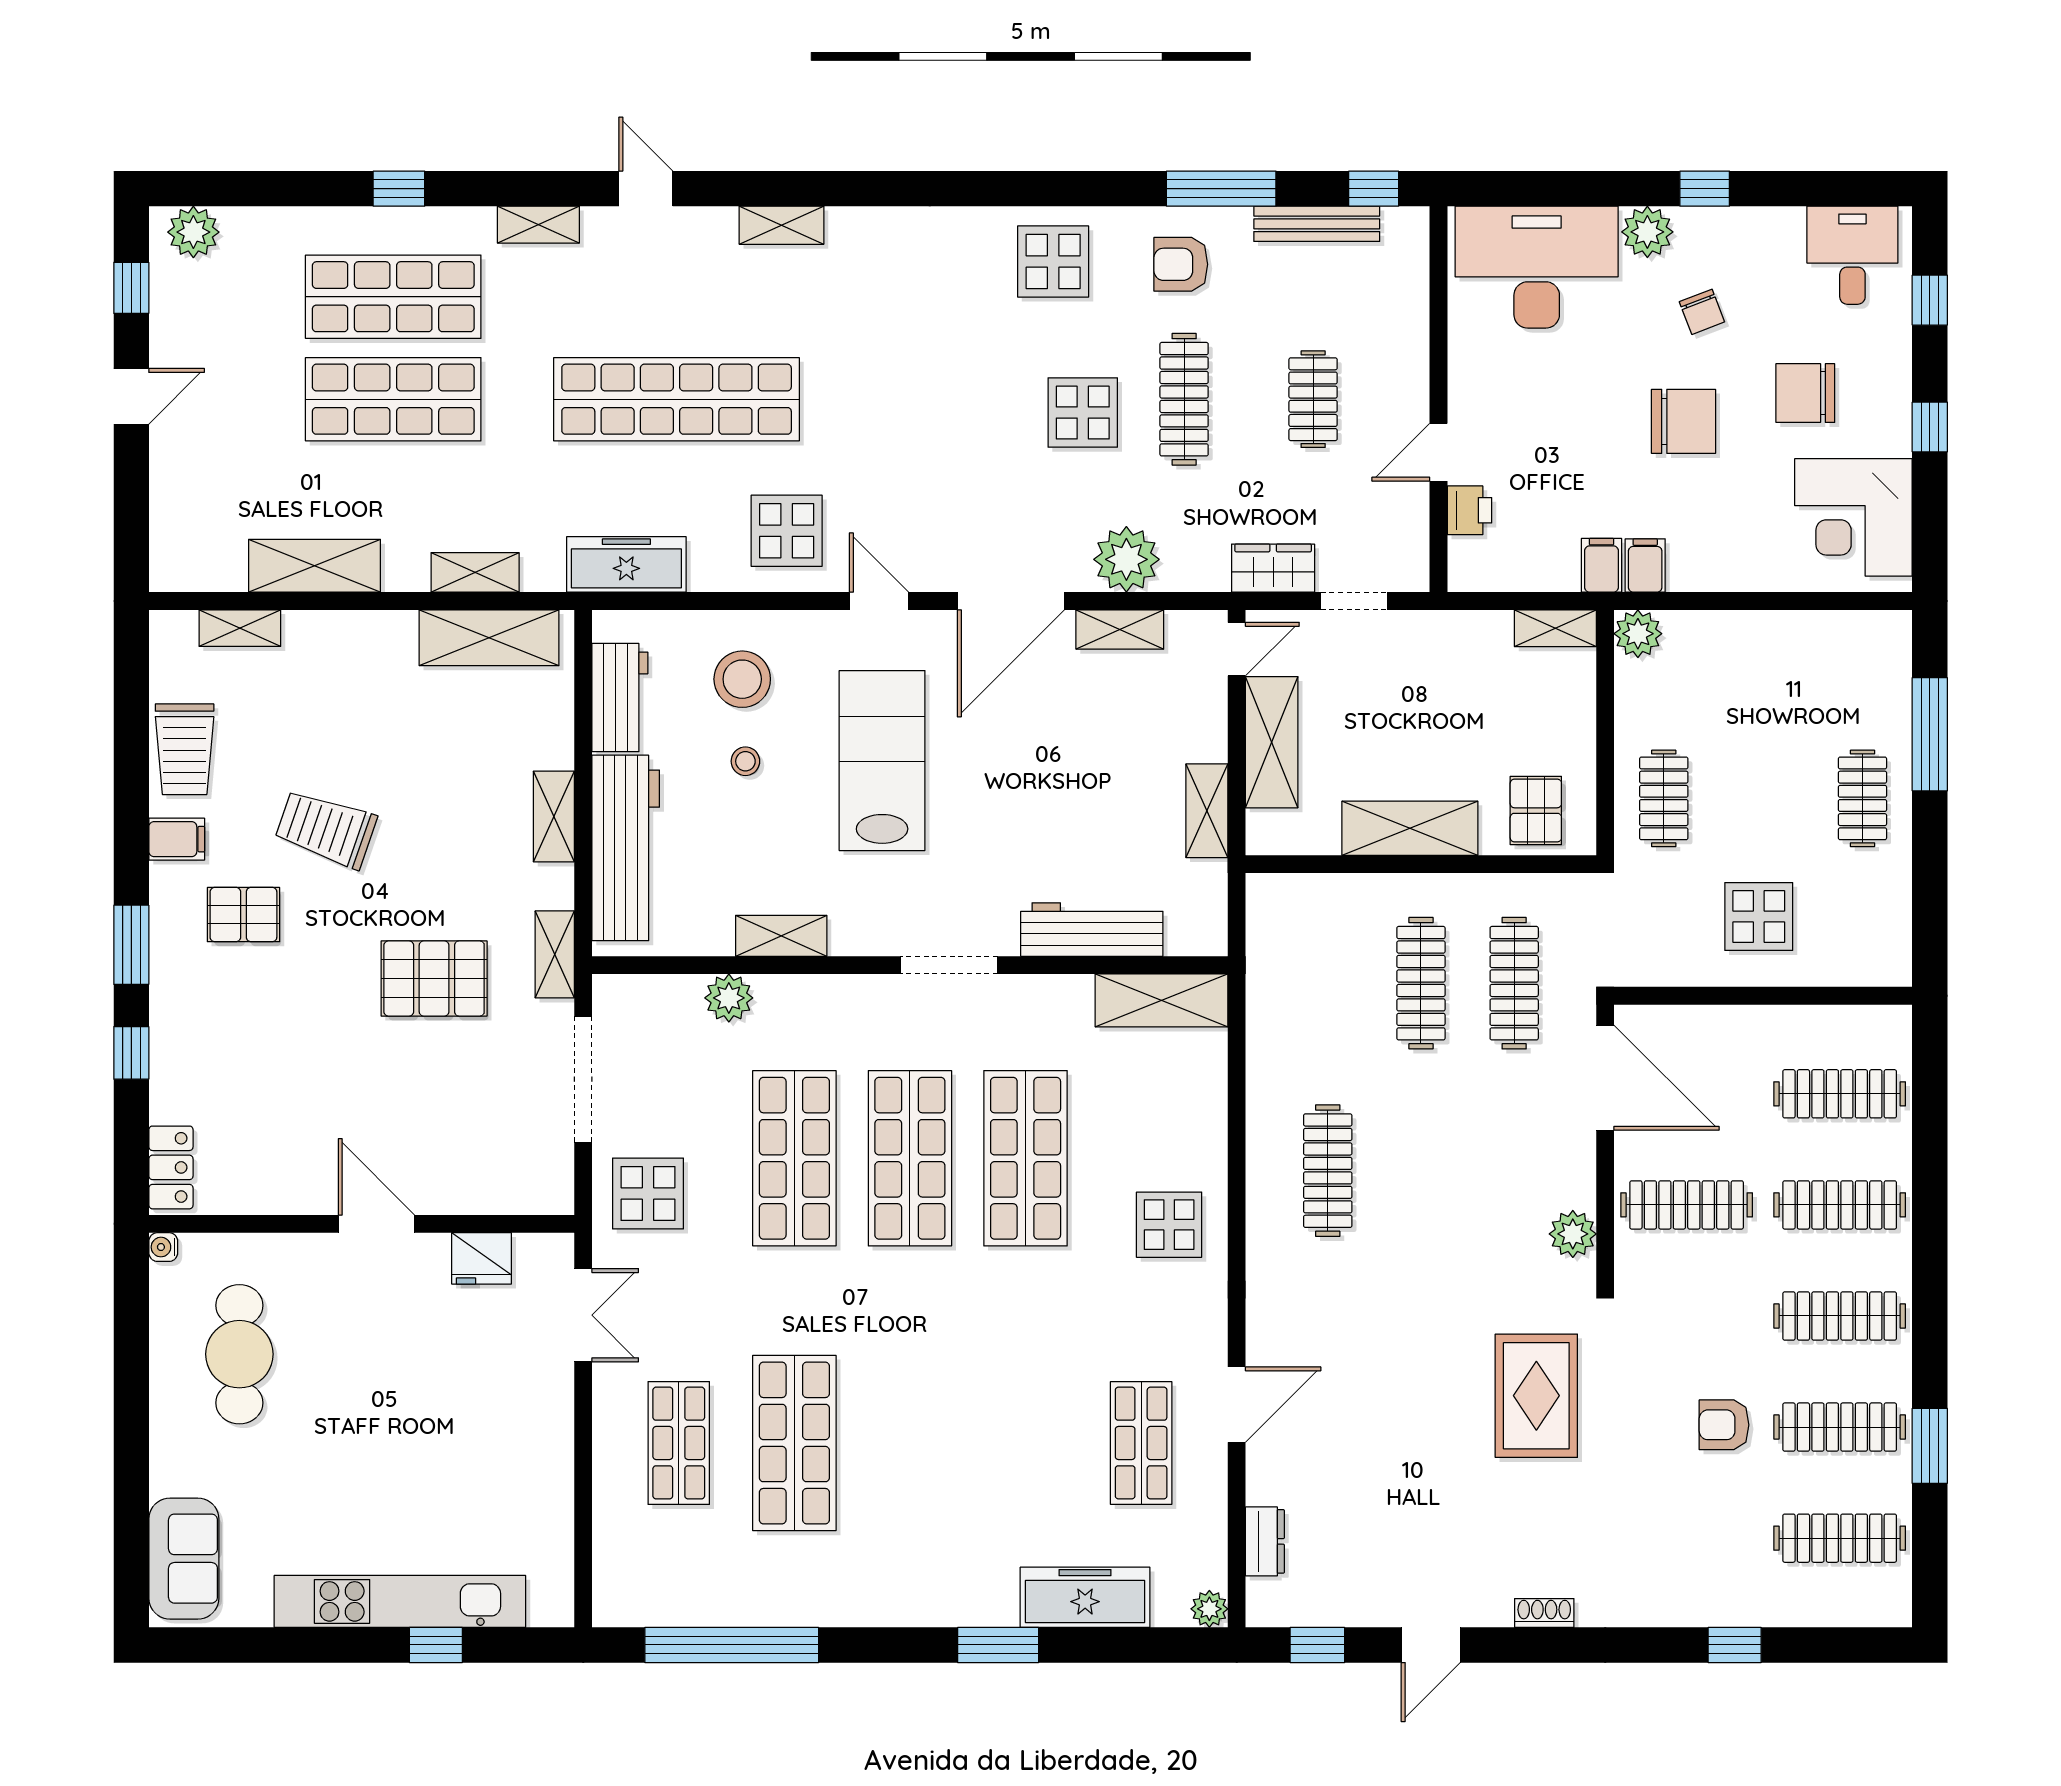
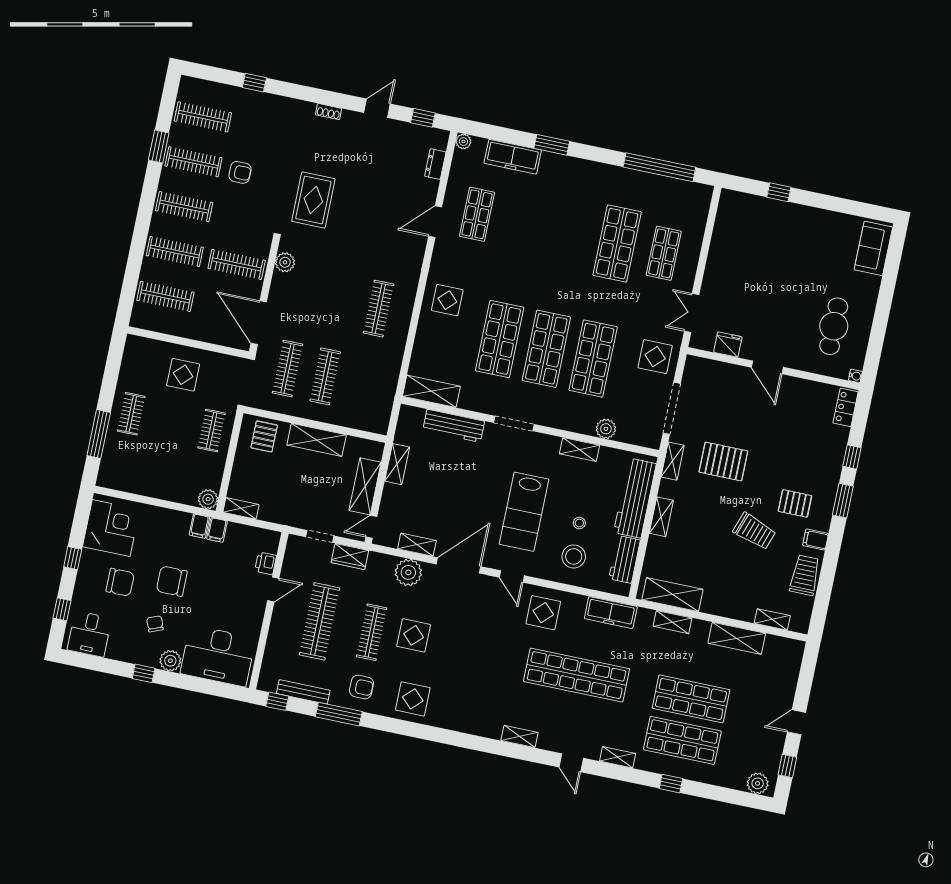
clothes rail: (1313, 399) -> (319, 621), width x1.86, depth x1.31
kitchen unit: (400, 1601) -> (790, 213), removed

